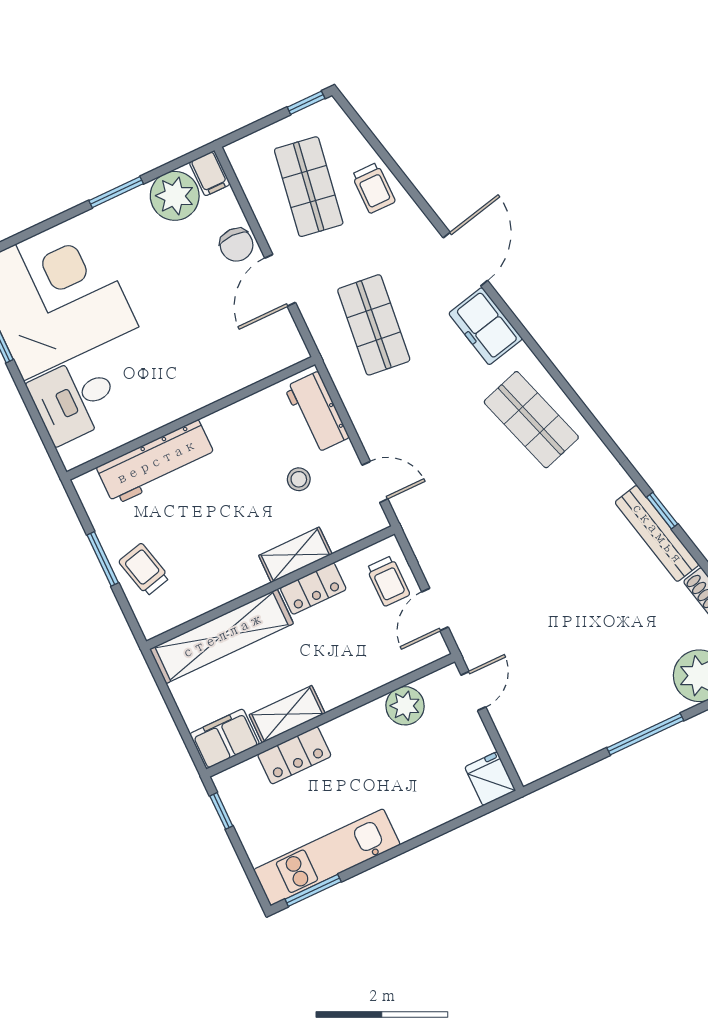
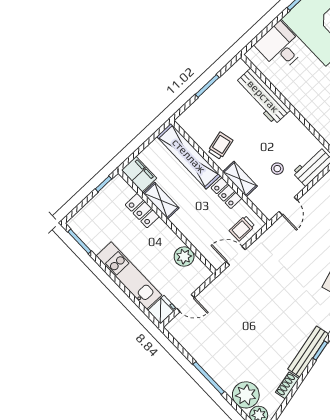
trolley: (144, 570) -> (220, 146), moved
door: (473, 691) -> (186, 303), moved
kitchen unit: (327, 857) -> (129, 276), moved

